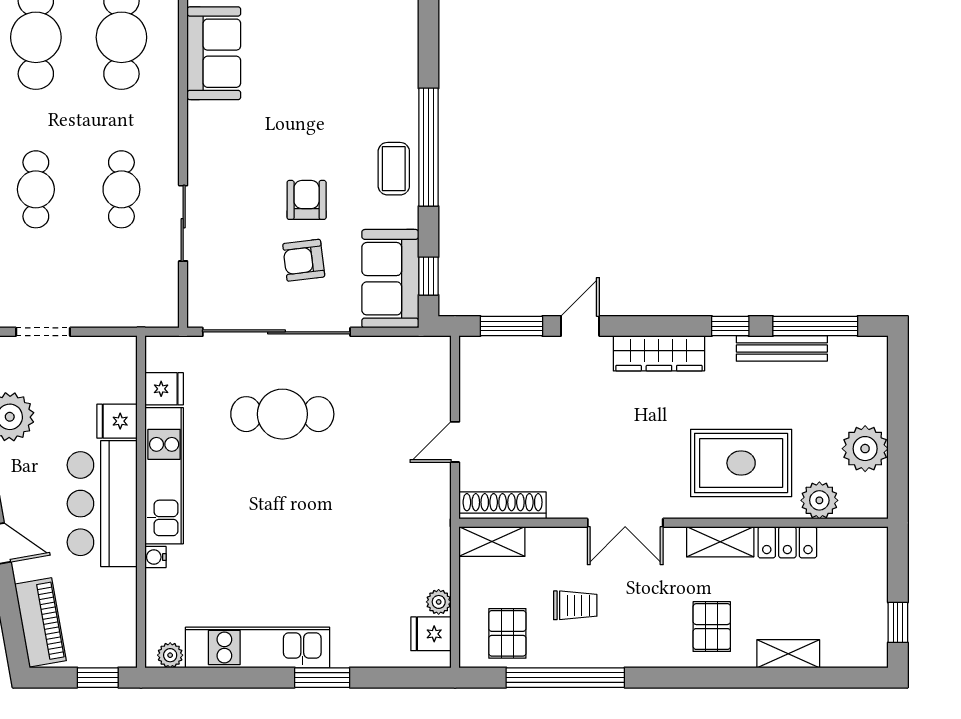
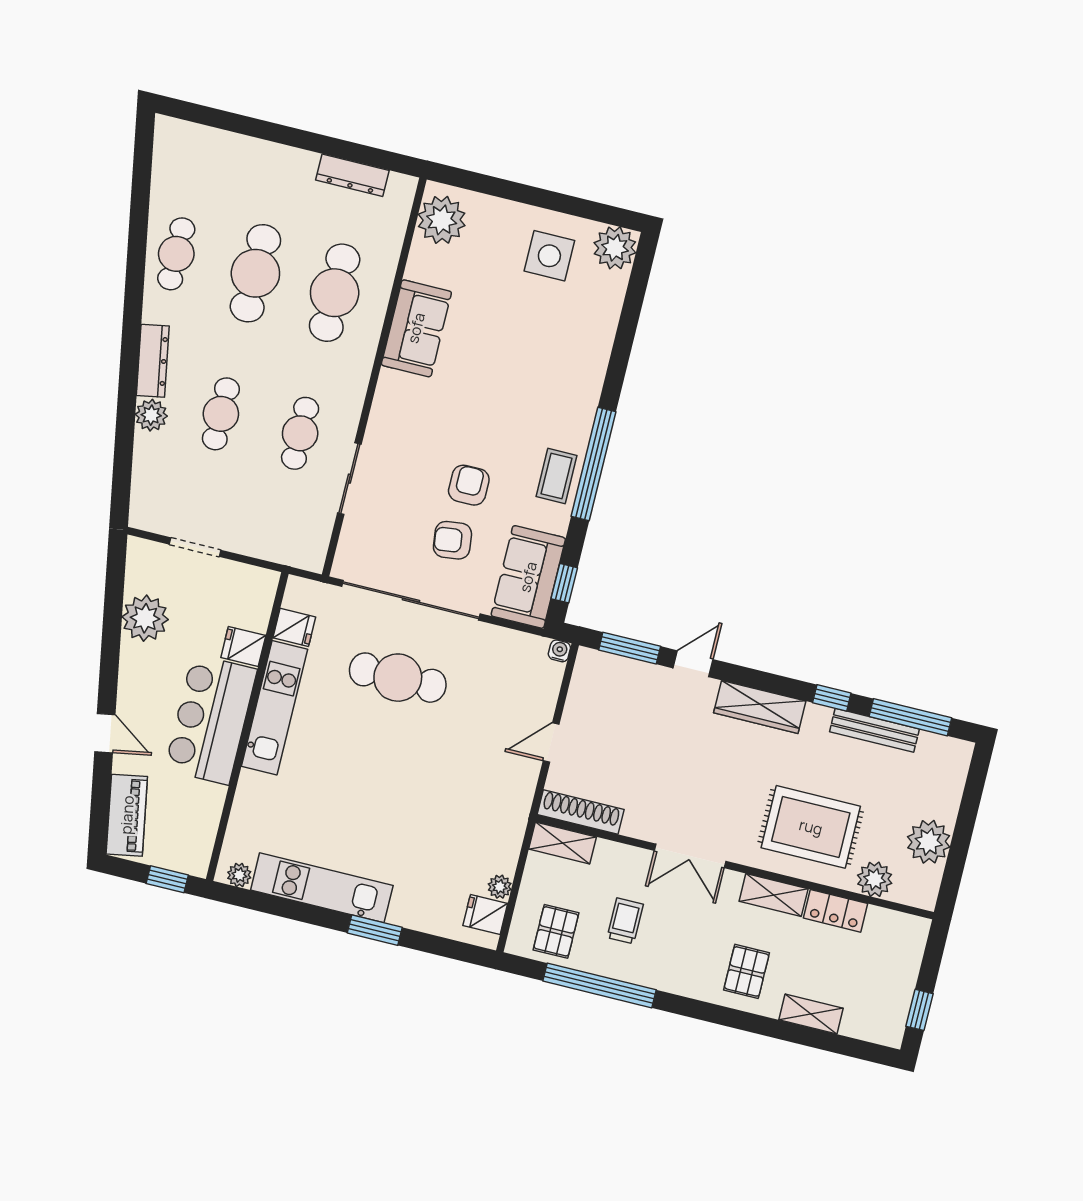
water cooler: (156, 557) -> (559, 651), moved, turned 90
trolley: (575, 605) -> (625, 921), turned -90

